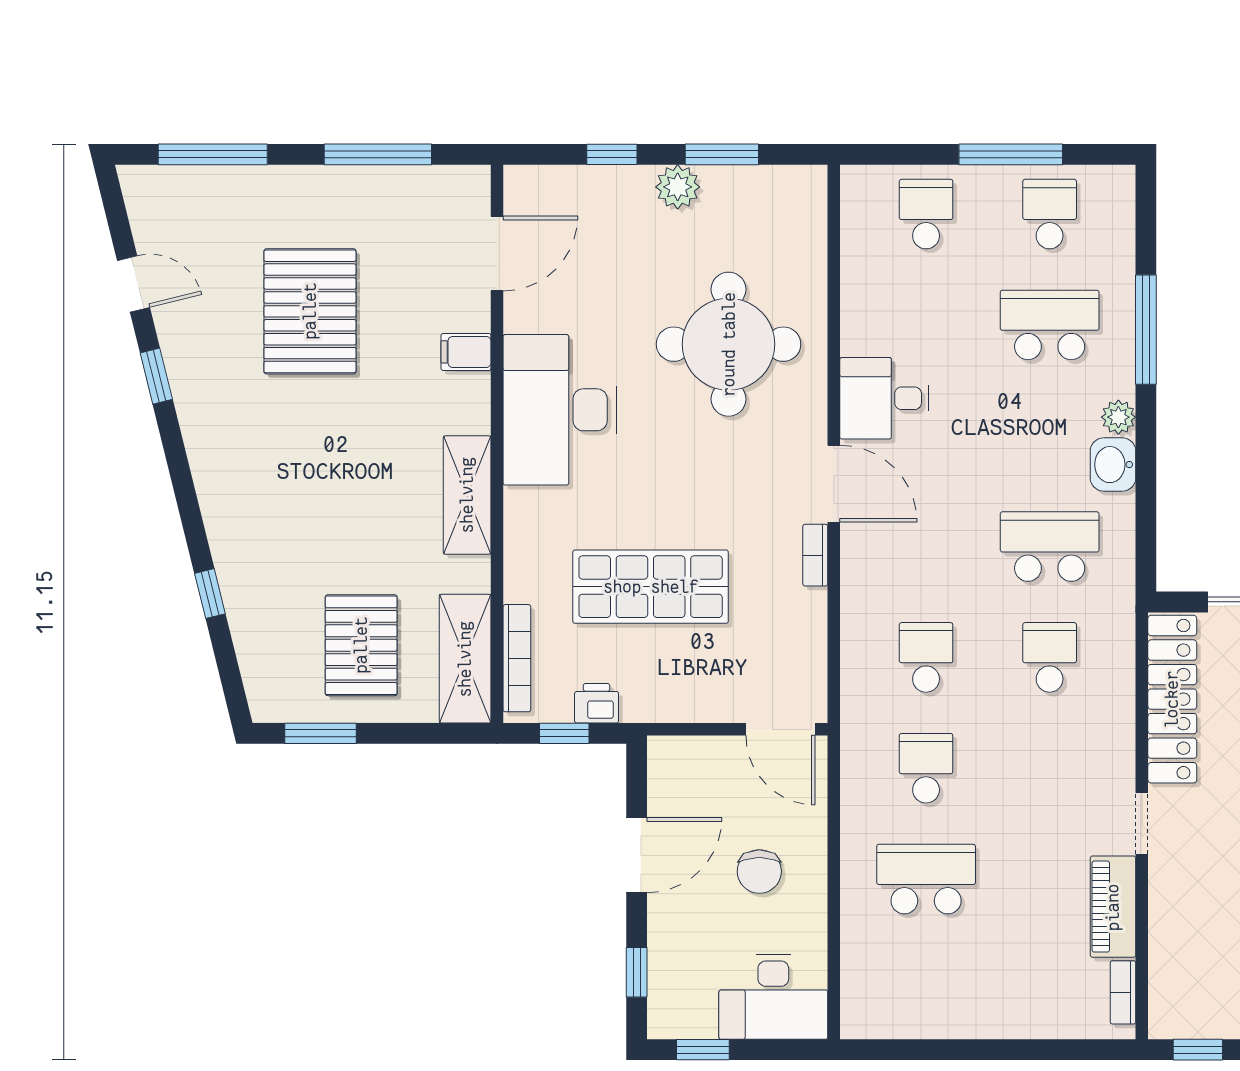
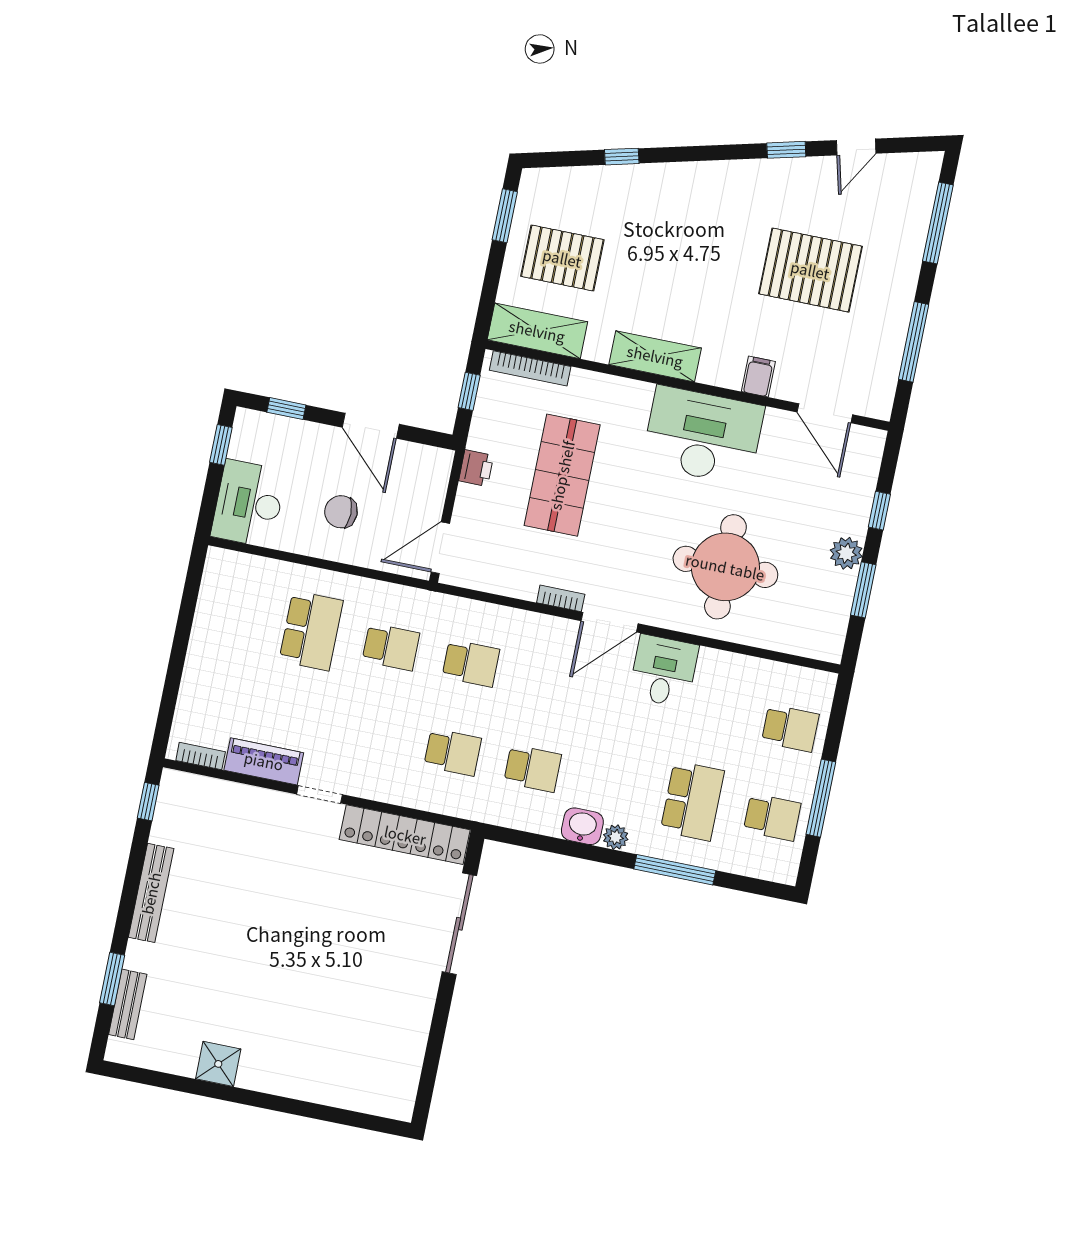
school desk: (1050, 547) -> (533, 769), width x0.54
printer: (597, 703) -> (476, 468), moved

